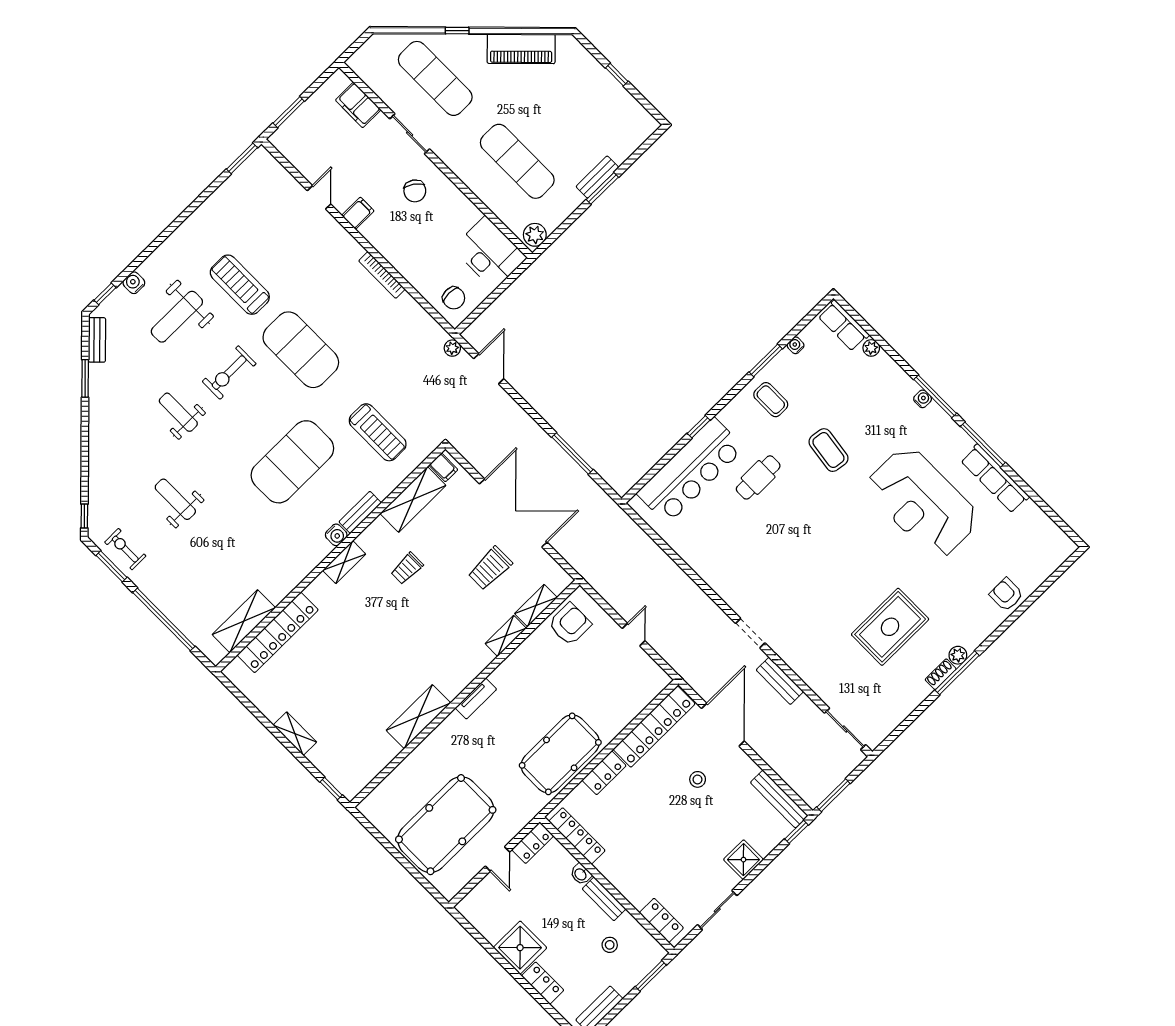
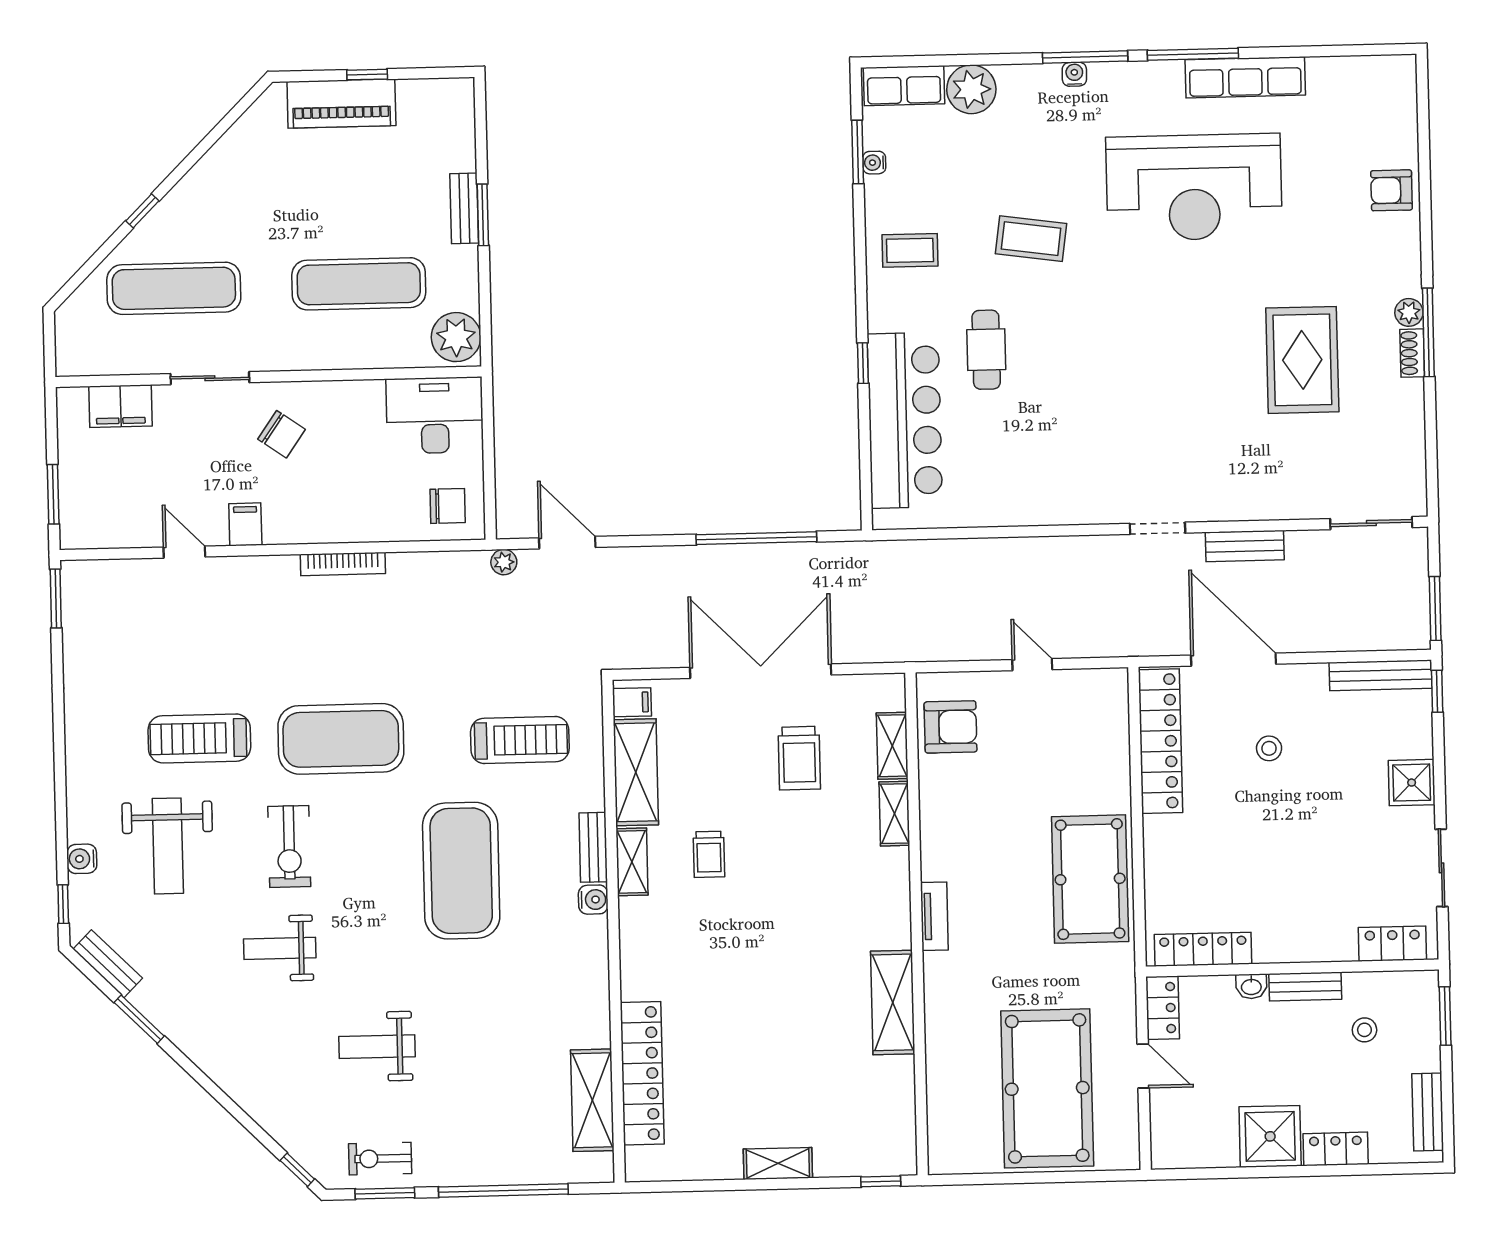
piano: (521, 49) -> (341, 104), moved, turned 45
plant: (535, 235) -> (456, 337), width x1.36, depth x1.36
plant: (871, 348) -> (971, 89), width x1.88, depth x1.88
window: (766, 360) -> (858, 152), moved
window: (572, 453) -> (756, 538), width x1.46
shelving: (344, 562) -> (632, 862), moved
armchair: (570, 624) -> (951, 727), turned 90
locker: (604, 773) -> (1160, 849), removed

